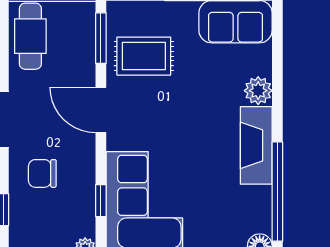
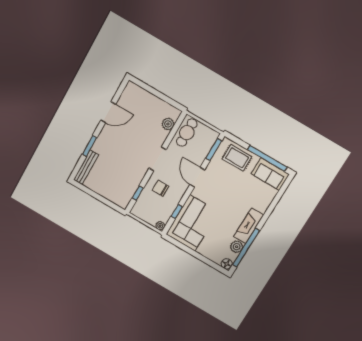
rug: (144, 56) -> (237, 158), moved
plant: (258, 91) -> (237, 247), moved

